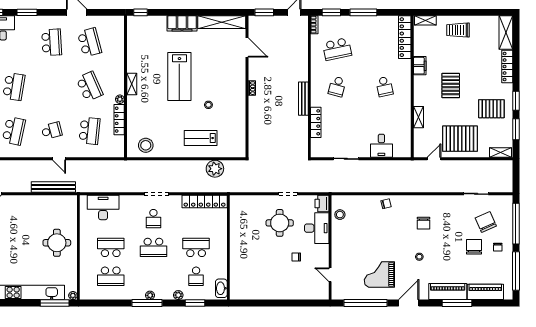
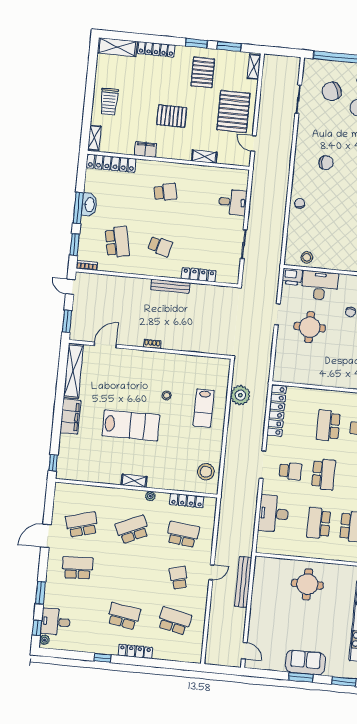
washbasin: (367, 22) -> (89, 205), added
locker: (119, 120) -> (187, 501), moved
desk: (103, 207) -> (274, 514), moved

